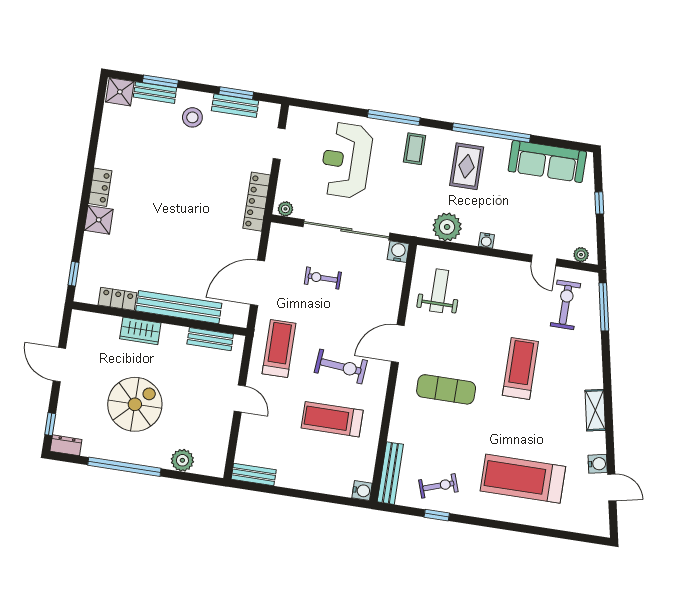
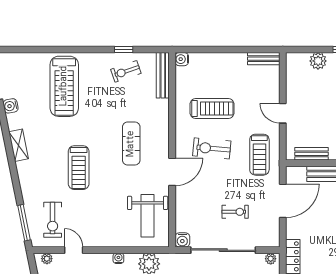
weight bench: (439, 291) -> (148, 216), width x1.36, depth x1.33
exercise mat: (446, 389) -> (131, 144), turned 90
treadmill: (523, 479) -> (64, 86), turned 90

